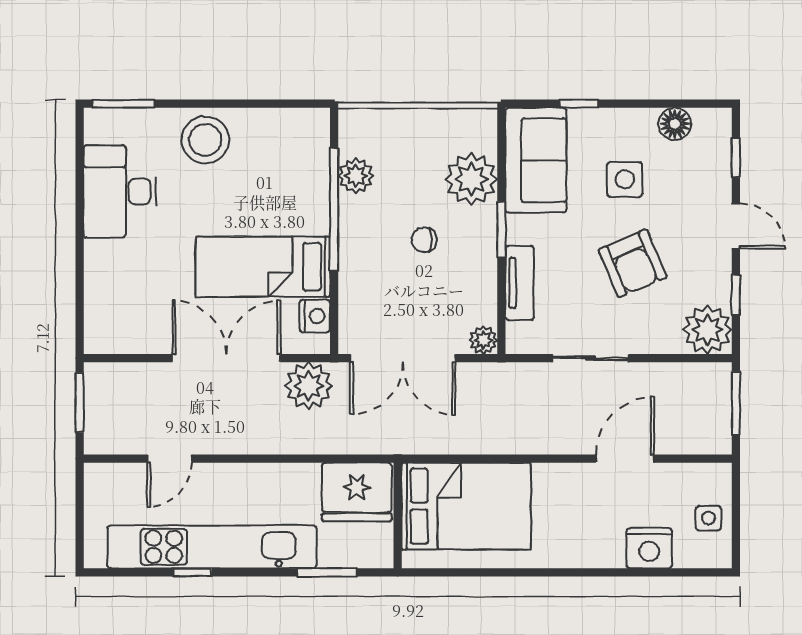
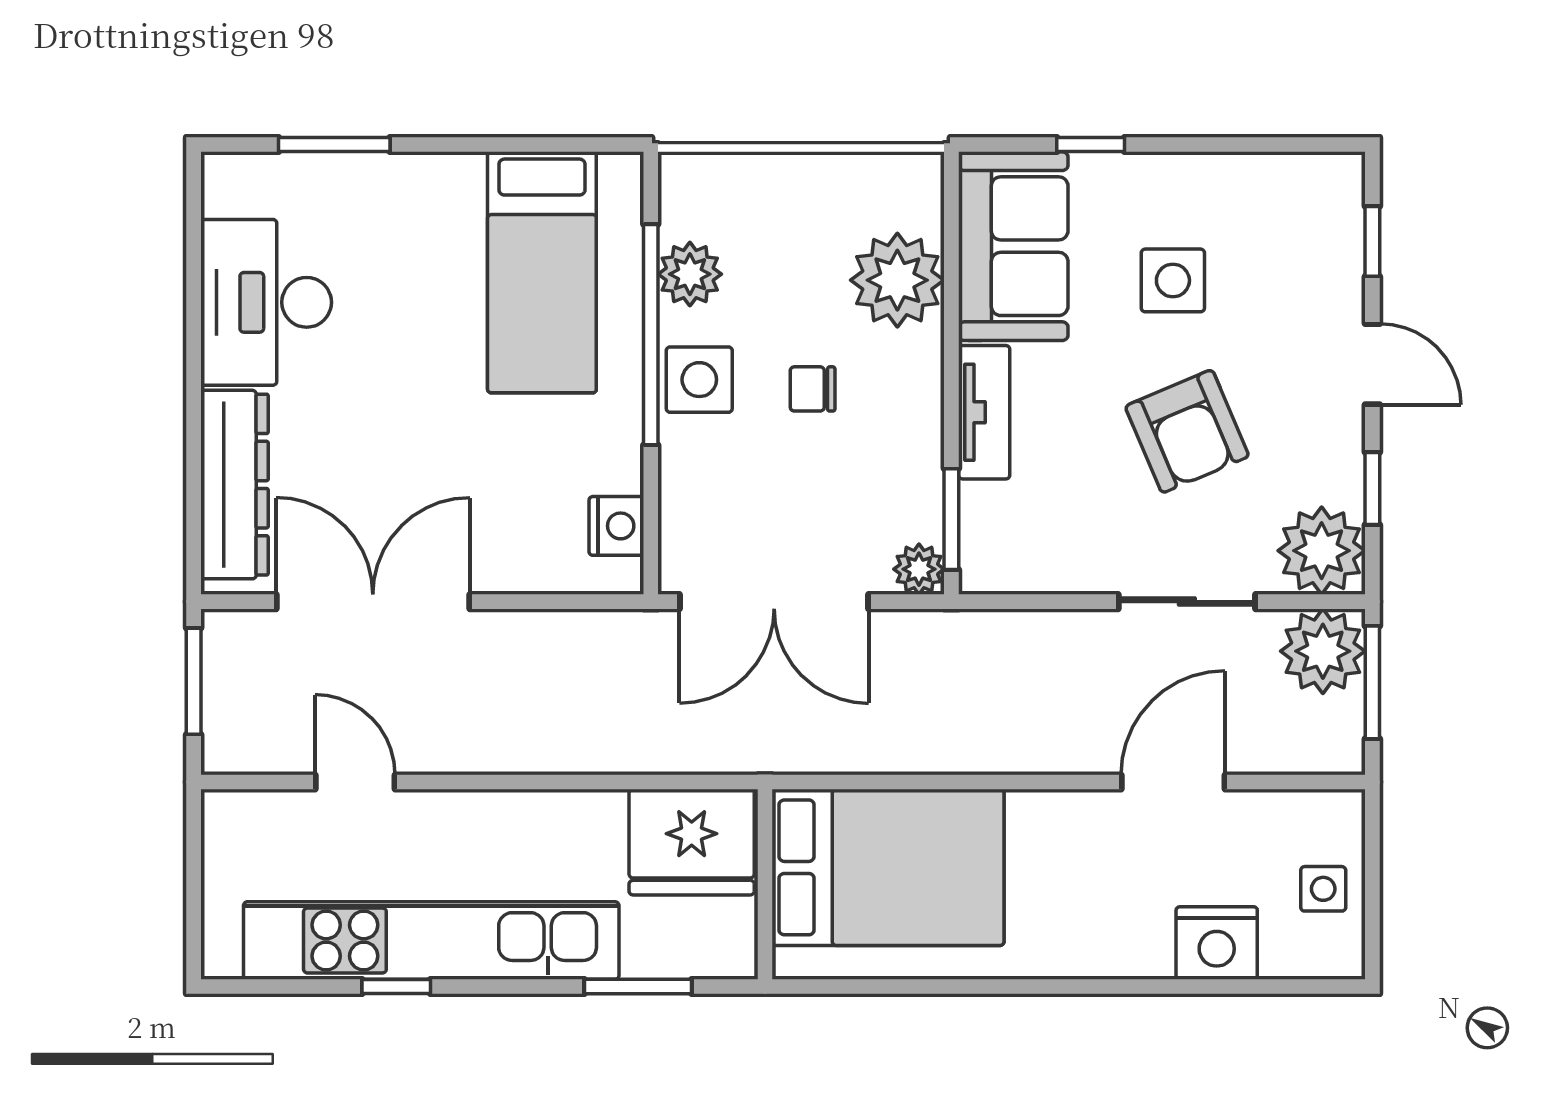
window: (123, 104) -> (334, 144), moved
floor lamp: (675, 124) -> (1263, 181), removed
stool: (205, 140) -> (419, 210), removed
window: (501, 230) -> (951, 519), moved
side table: (361, 235) -> (699, 380), added
bed: (263, 267) -> (542, 272), moved, turned -90
tv unit: (520, 283) -> (984, 412), moved
dresser: (102, 293) -> (235, 485), added
double door: (226, 358) -> (373, 602), moved
sliding door: (591, 358) -> (1187, 602), moved
plant: (309, 386) -> (1323, 651), moved
door: (169, 459) -> (355, 782), swing flipped

